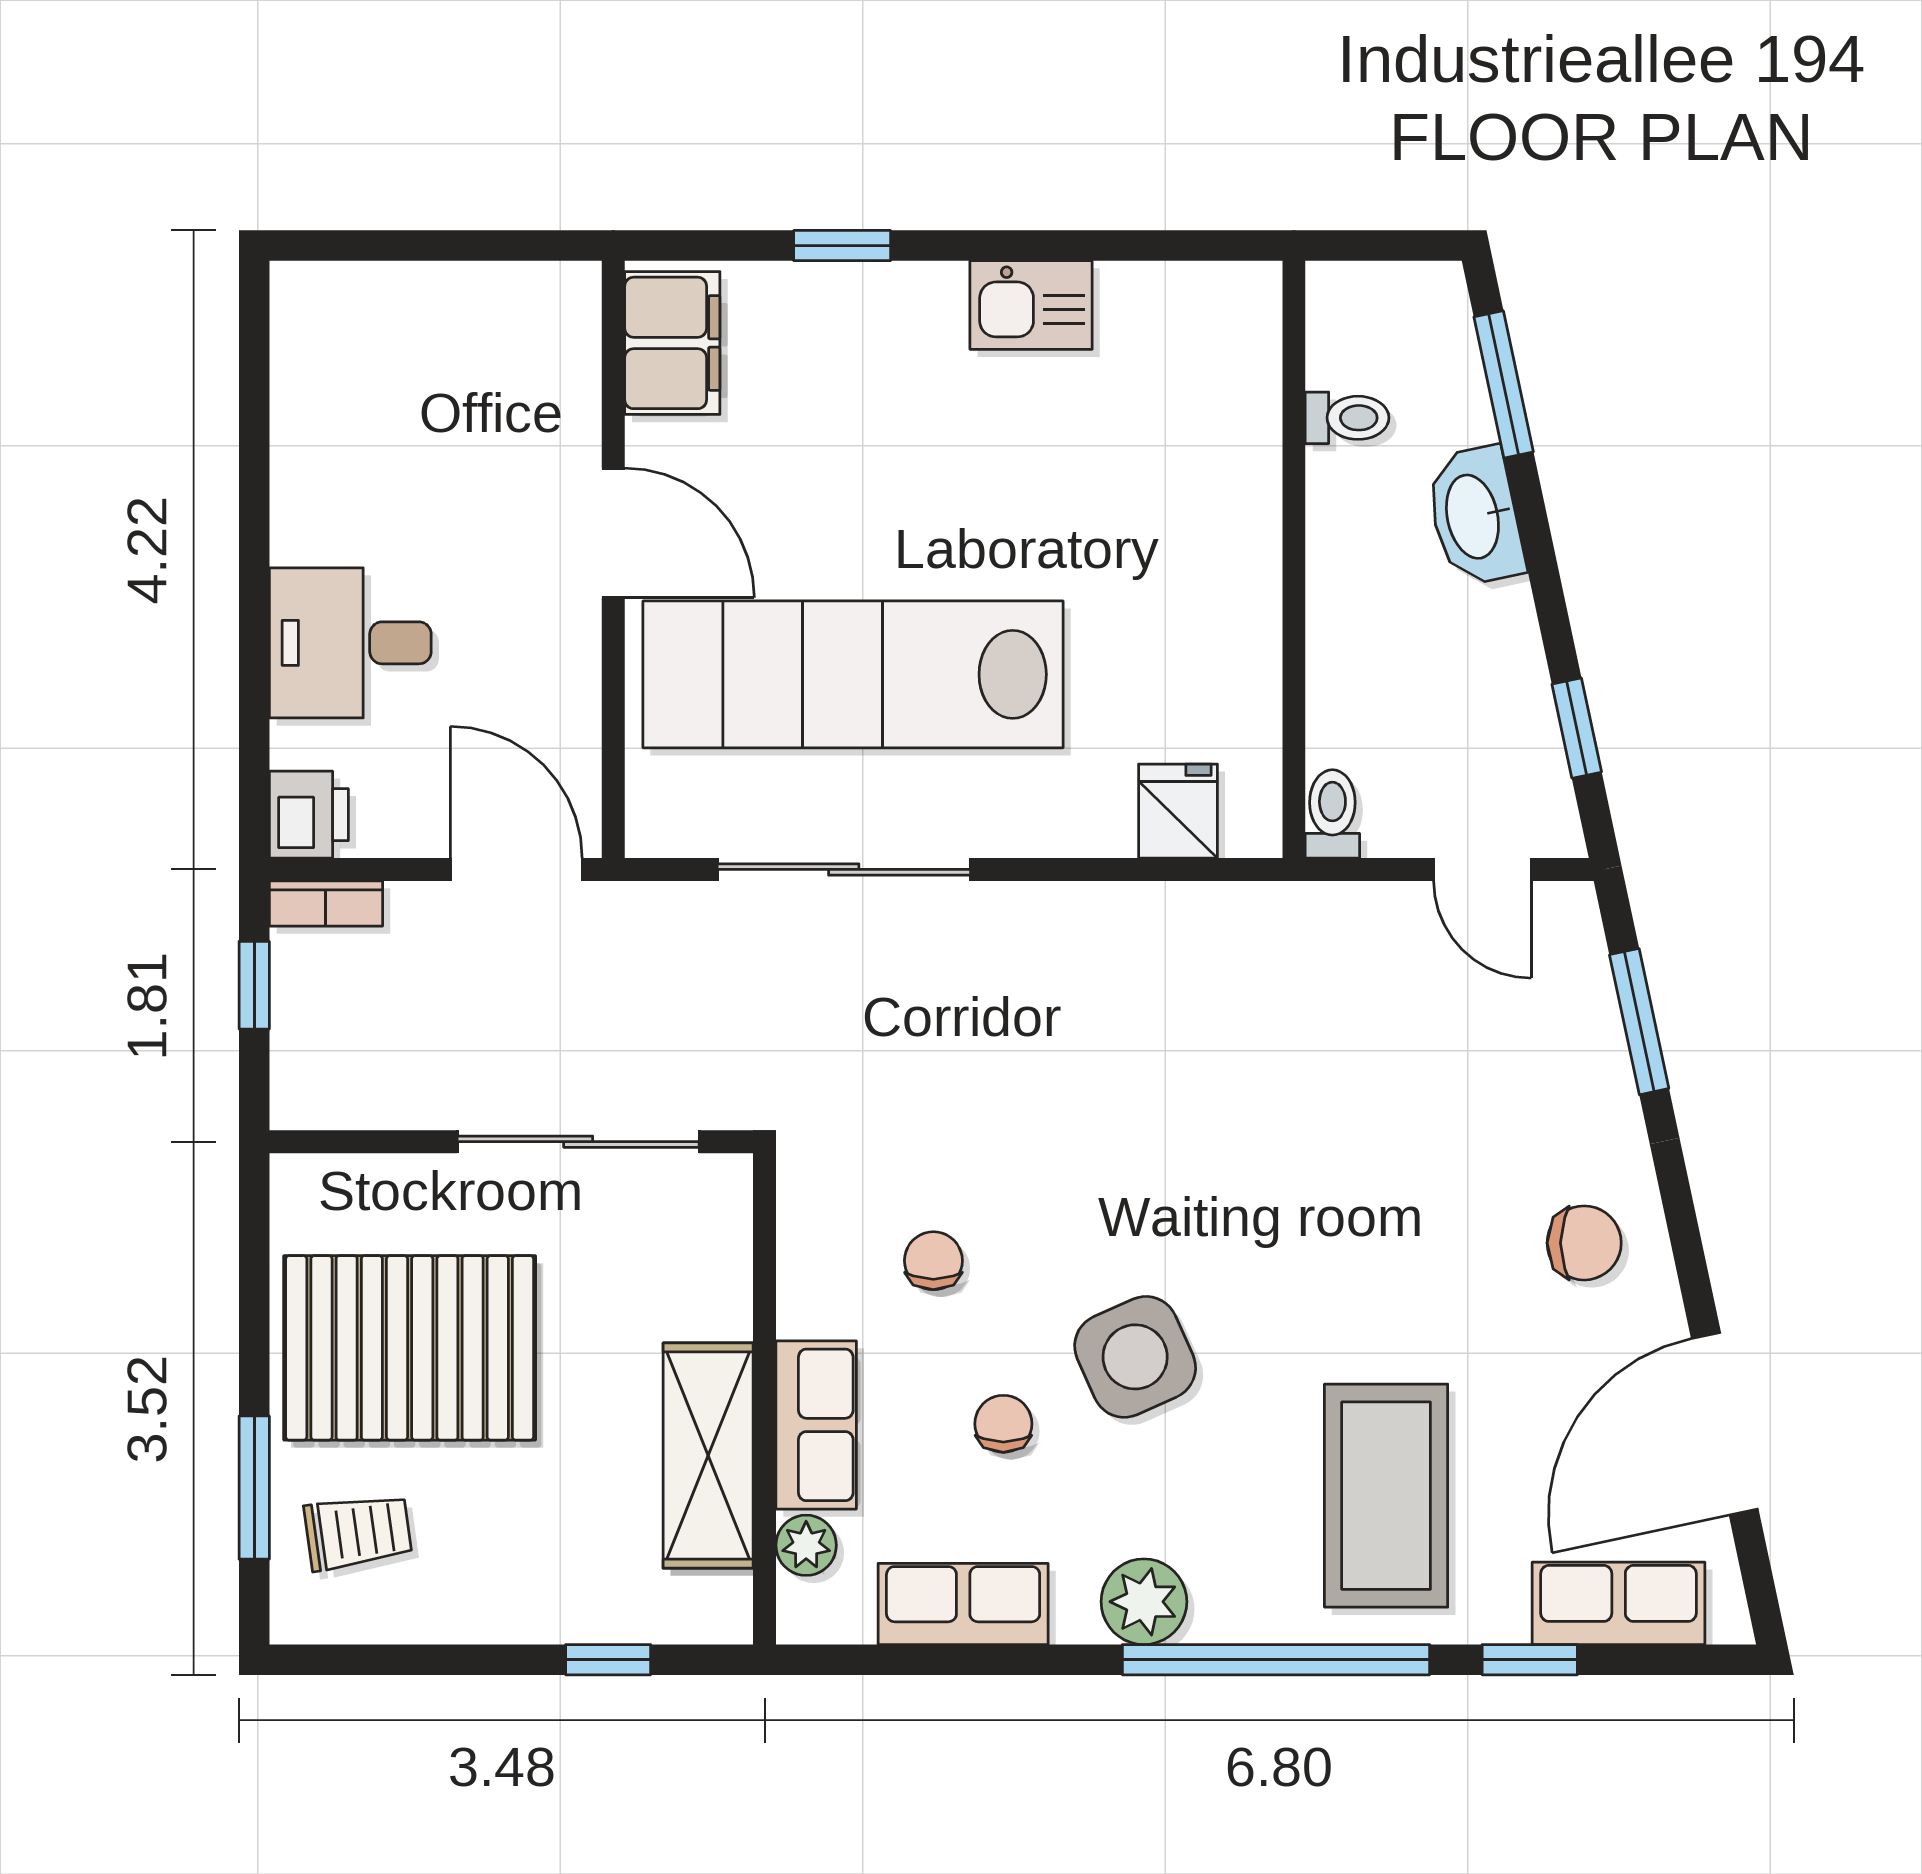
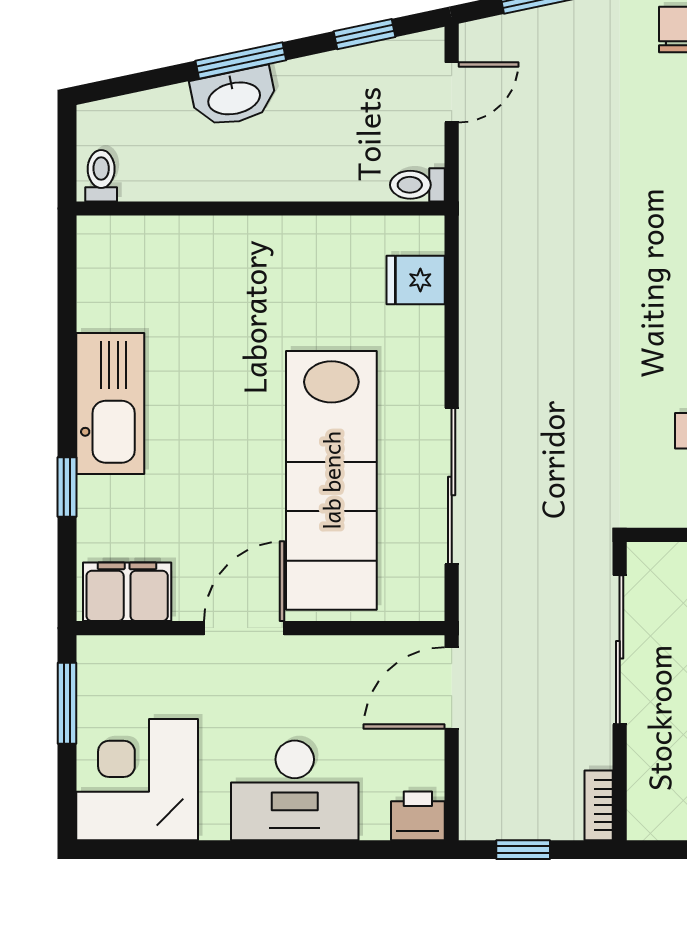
window: (491, 246) -> (67, 703), added
kitchen sink: (1031, 305) -> (110, 404), width x1.87, depth x1.24
corner desk: (368, 359) -> (137, 780), added
window: (1504, 384) -> (241, 60), moved
toilet: (1347, 418) -> (101, 176), moved
desk: (350, 643) -> (295, 790), width x1.37
bookcase: (326, 903) -> (599, 805), moved, turned 180

